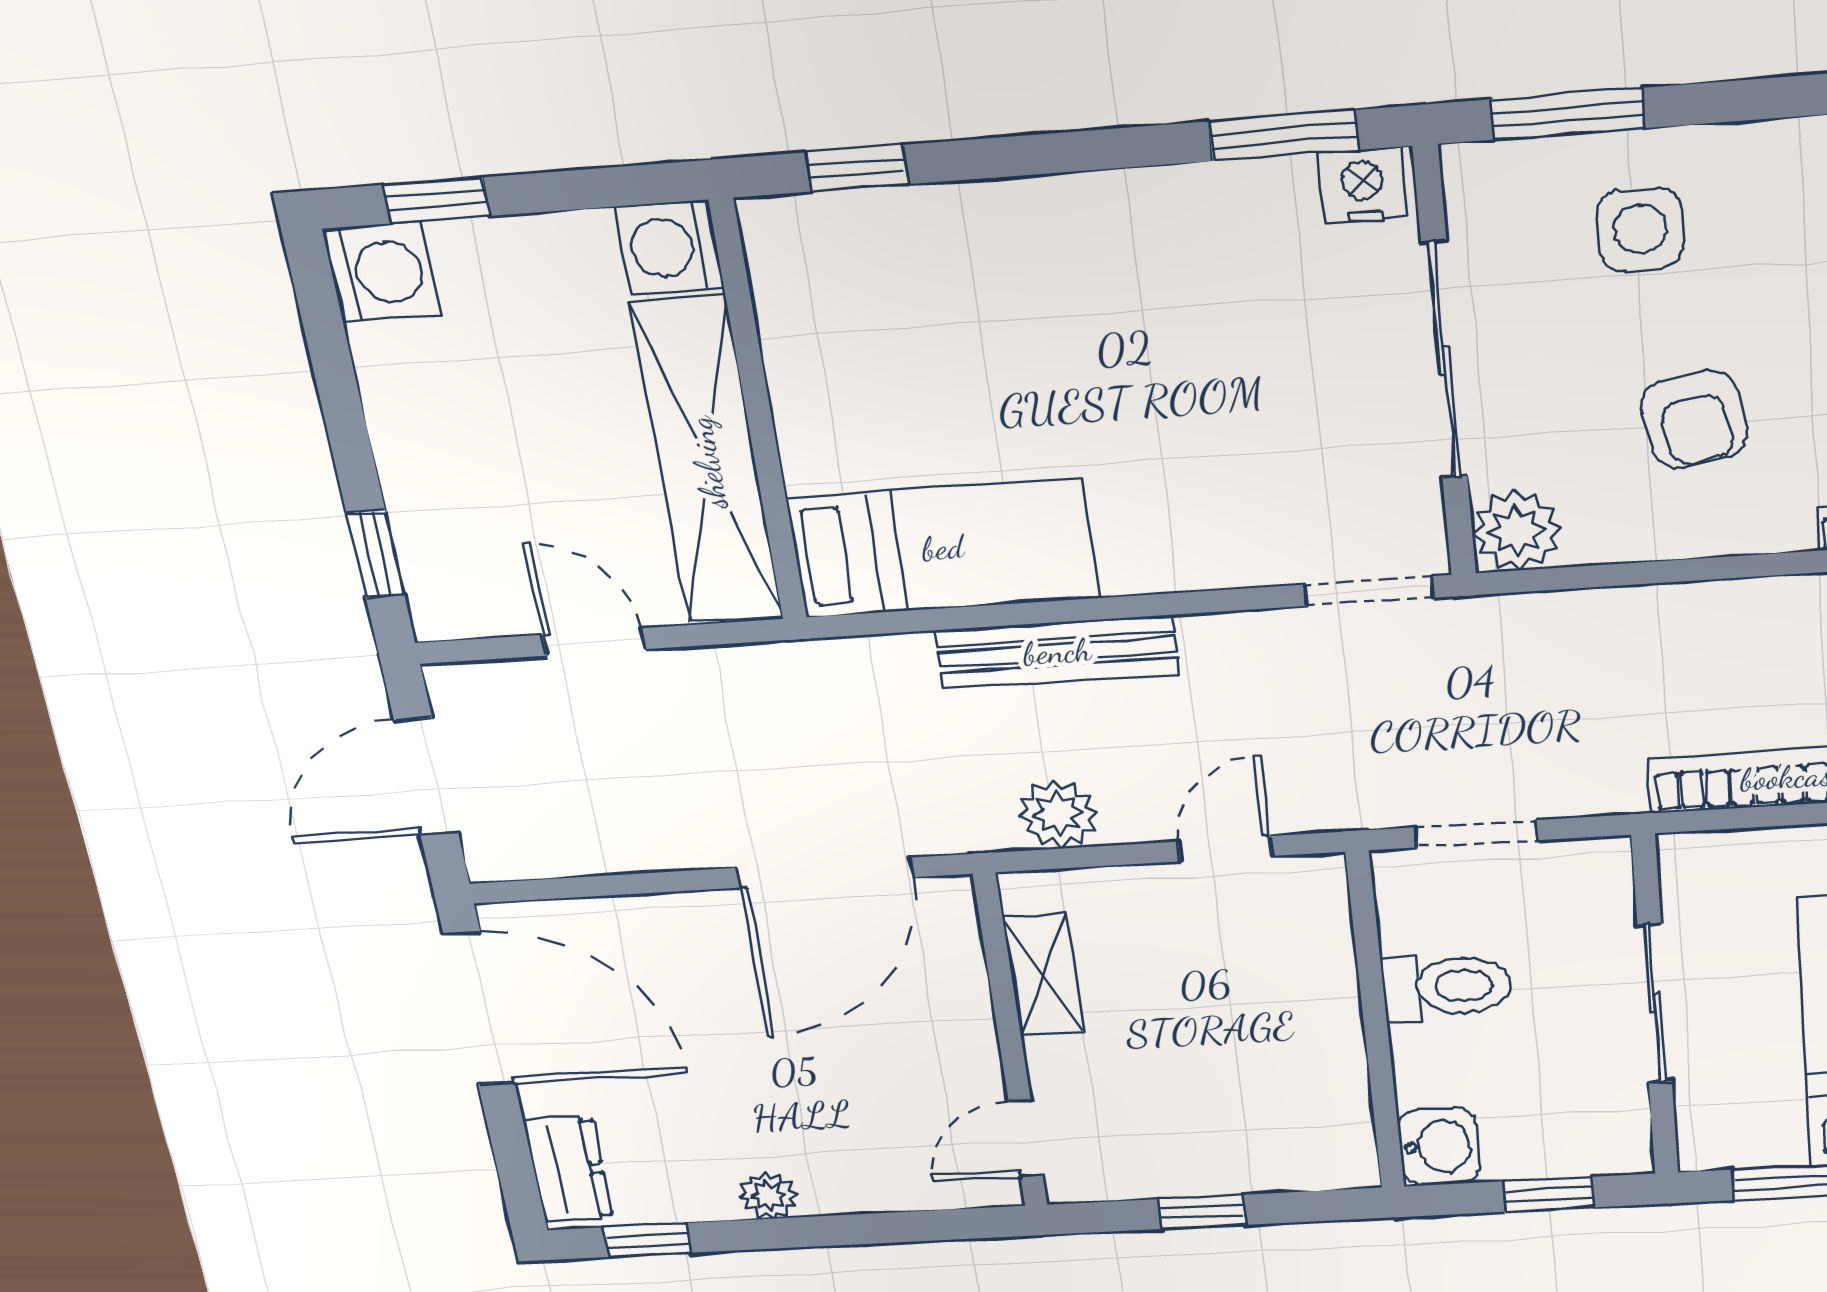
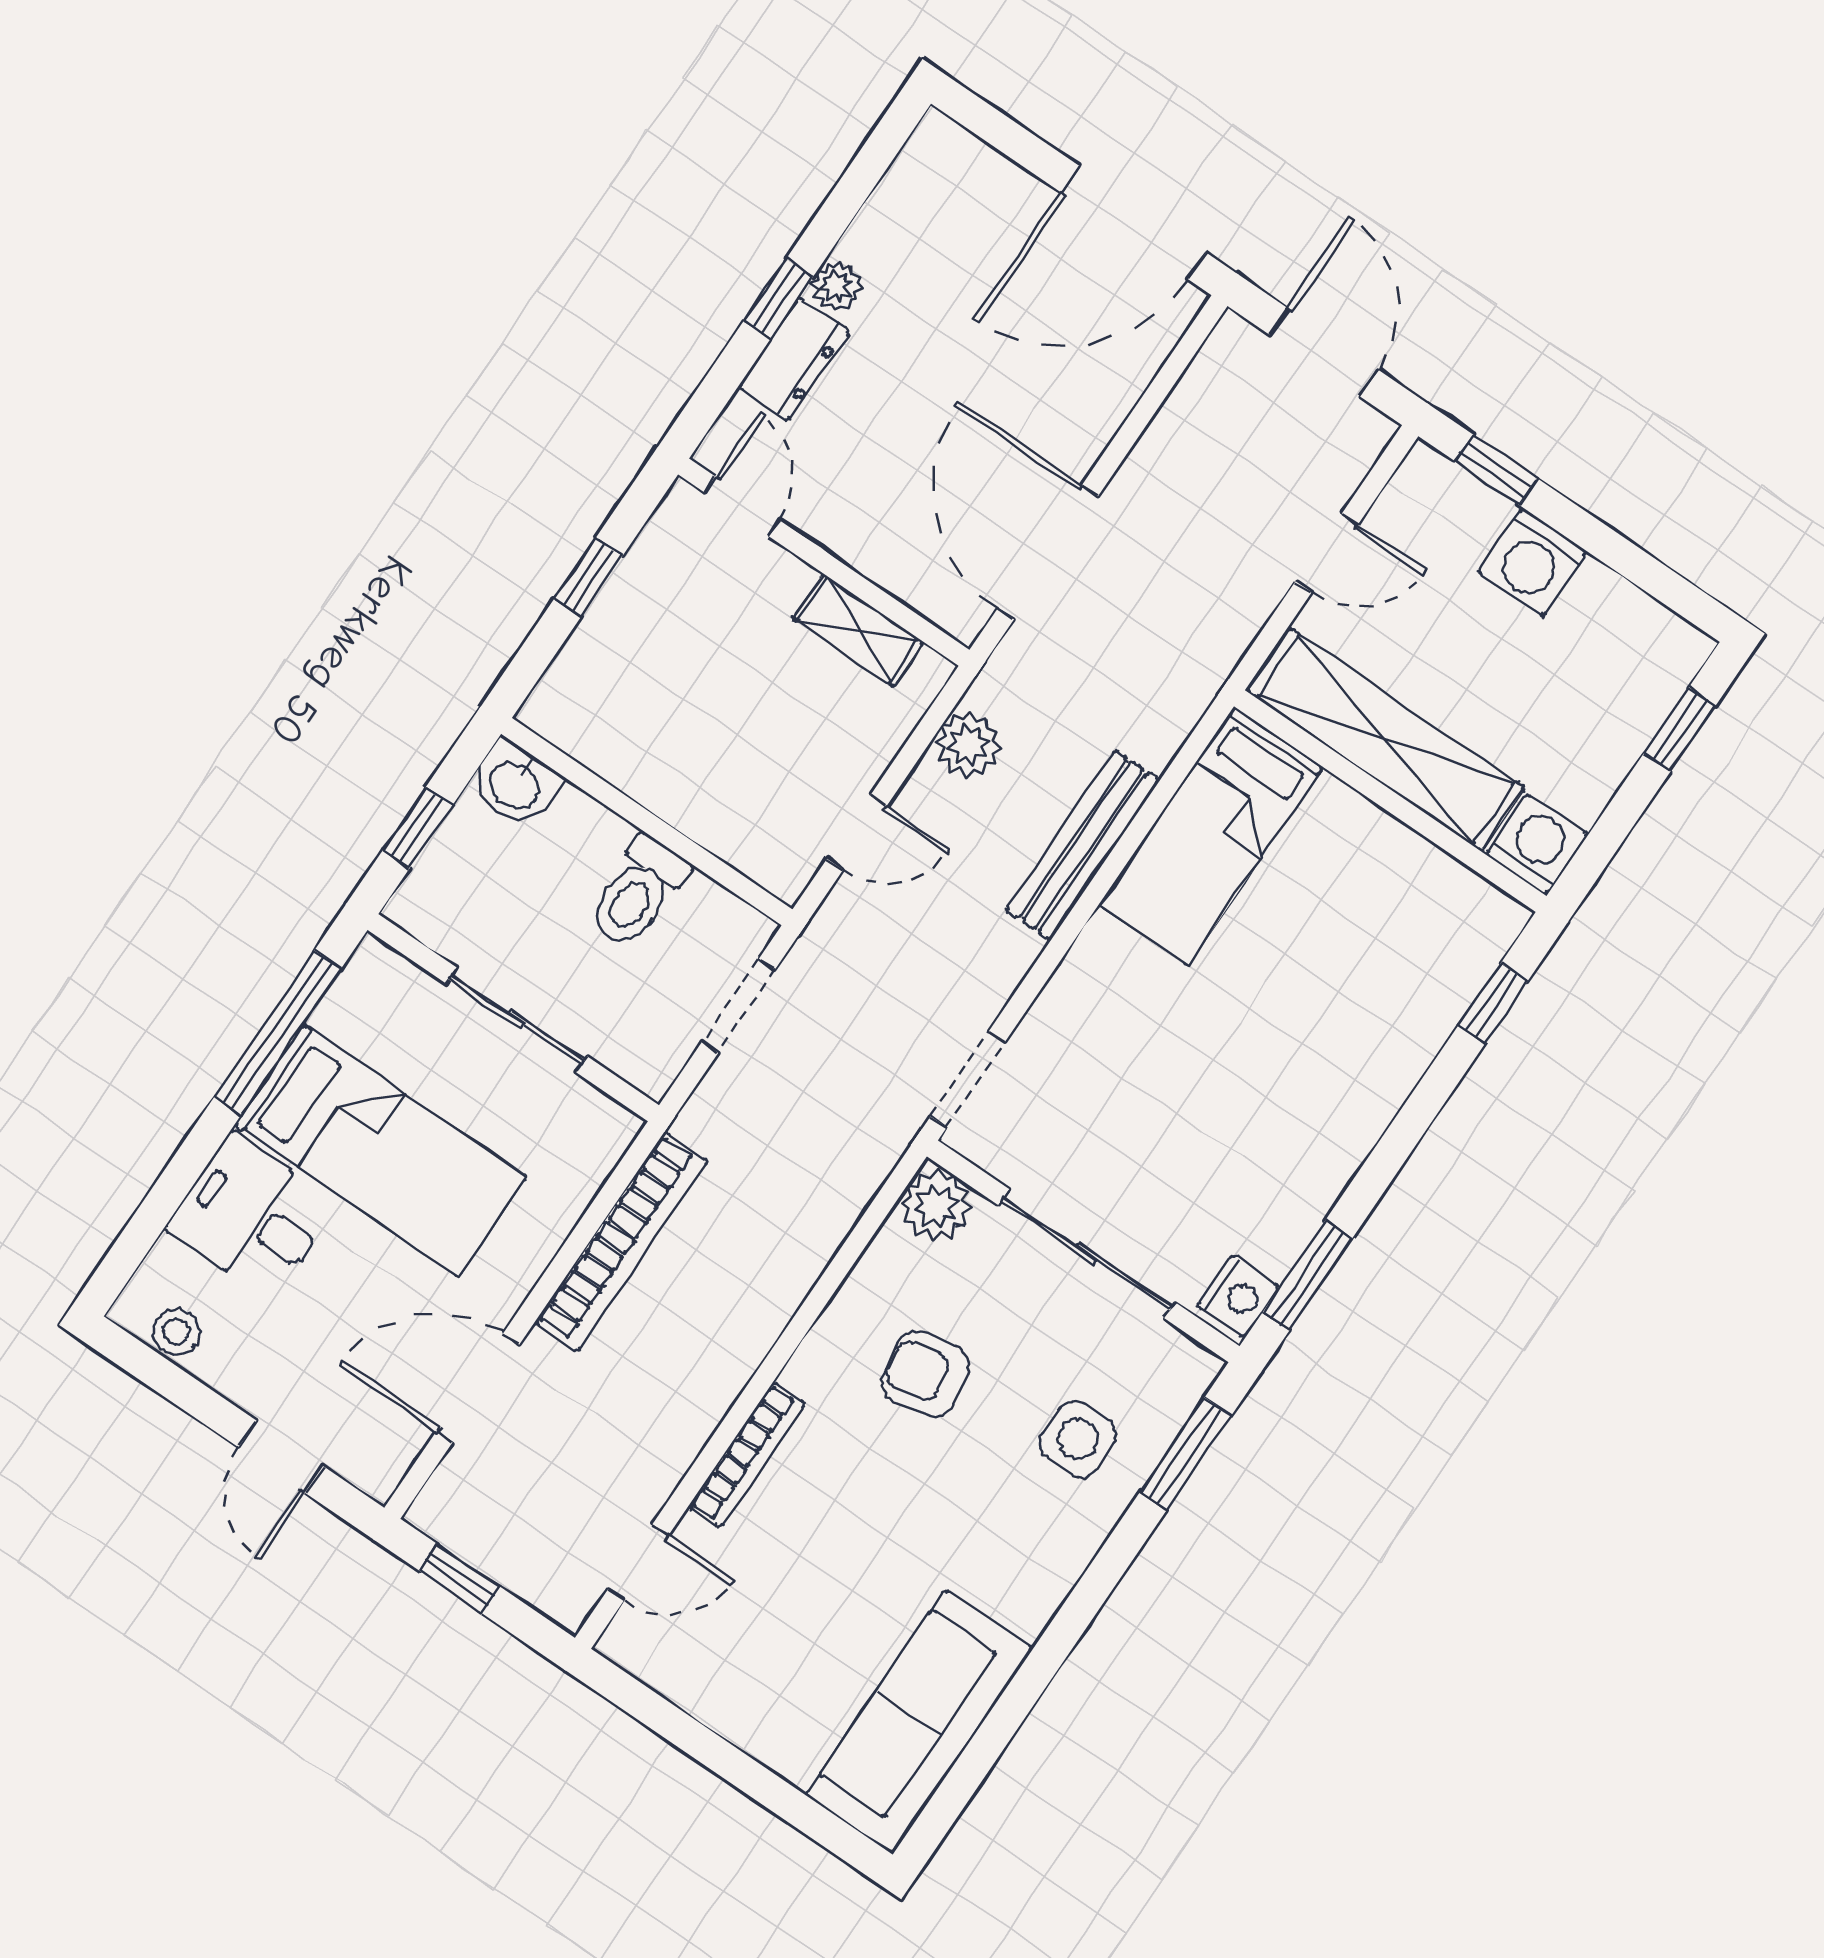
washing machine: (381, 272) -> (1533, 562), moved
door: (1225, 849) -> (857, 833), hinge flipped
dresser: (568, 1169) -> (794, 359), moved, turned -90
window: (647, 1240) -> (779, 299), moved

